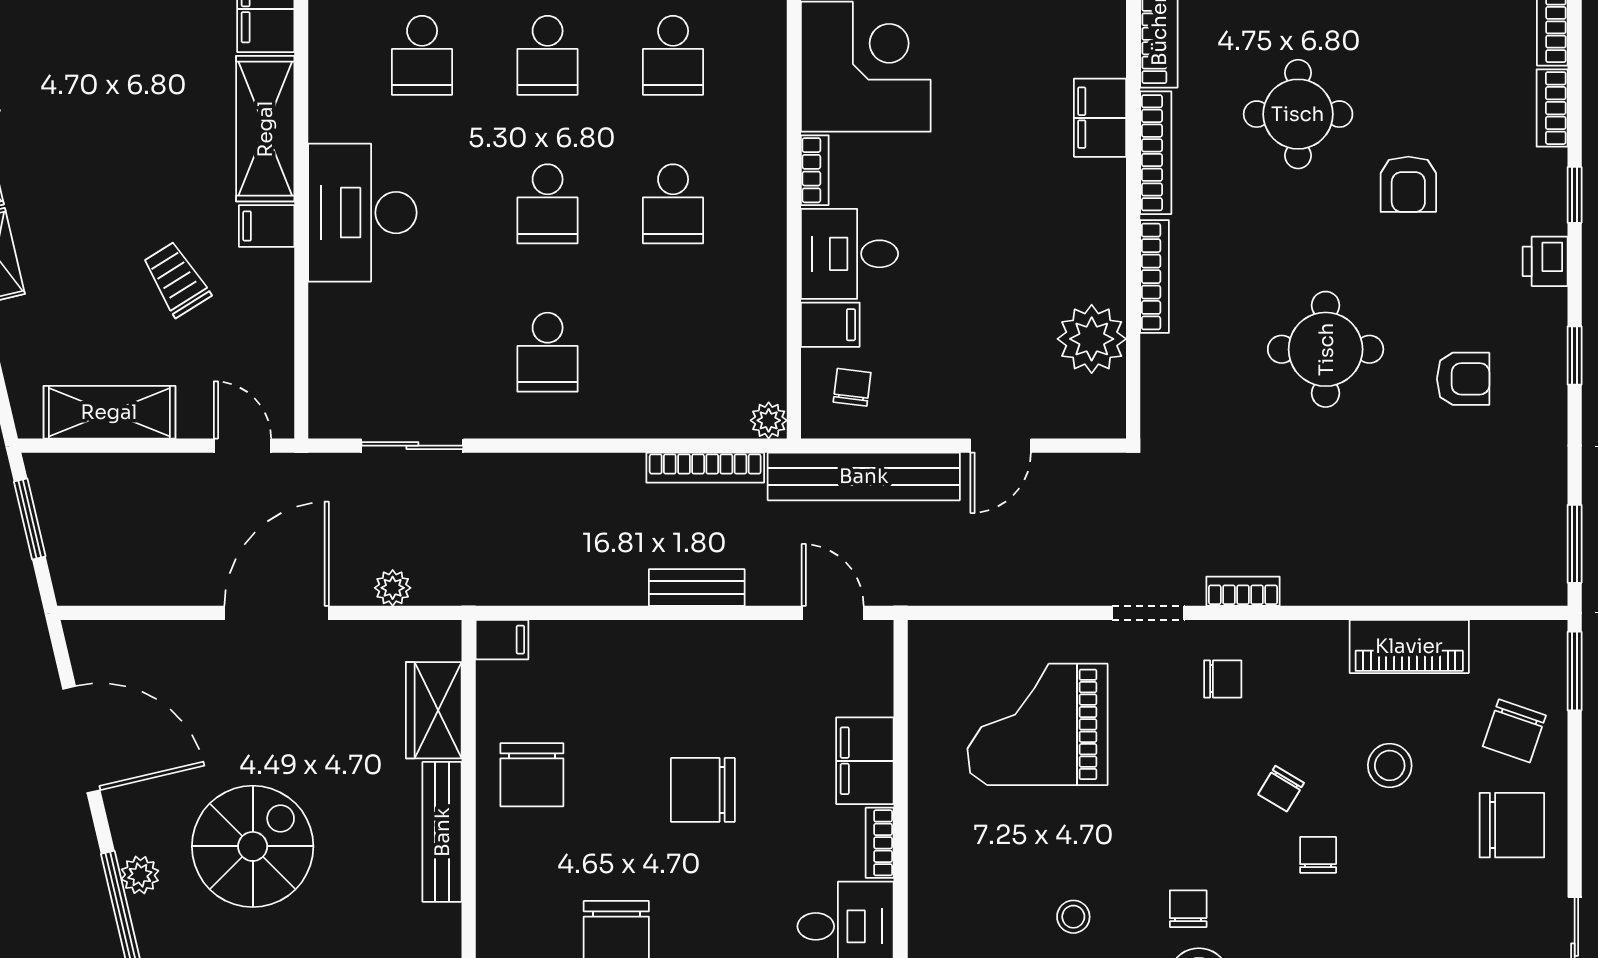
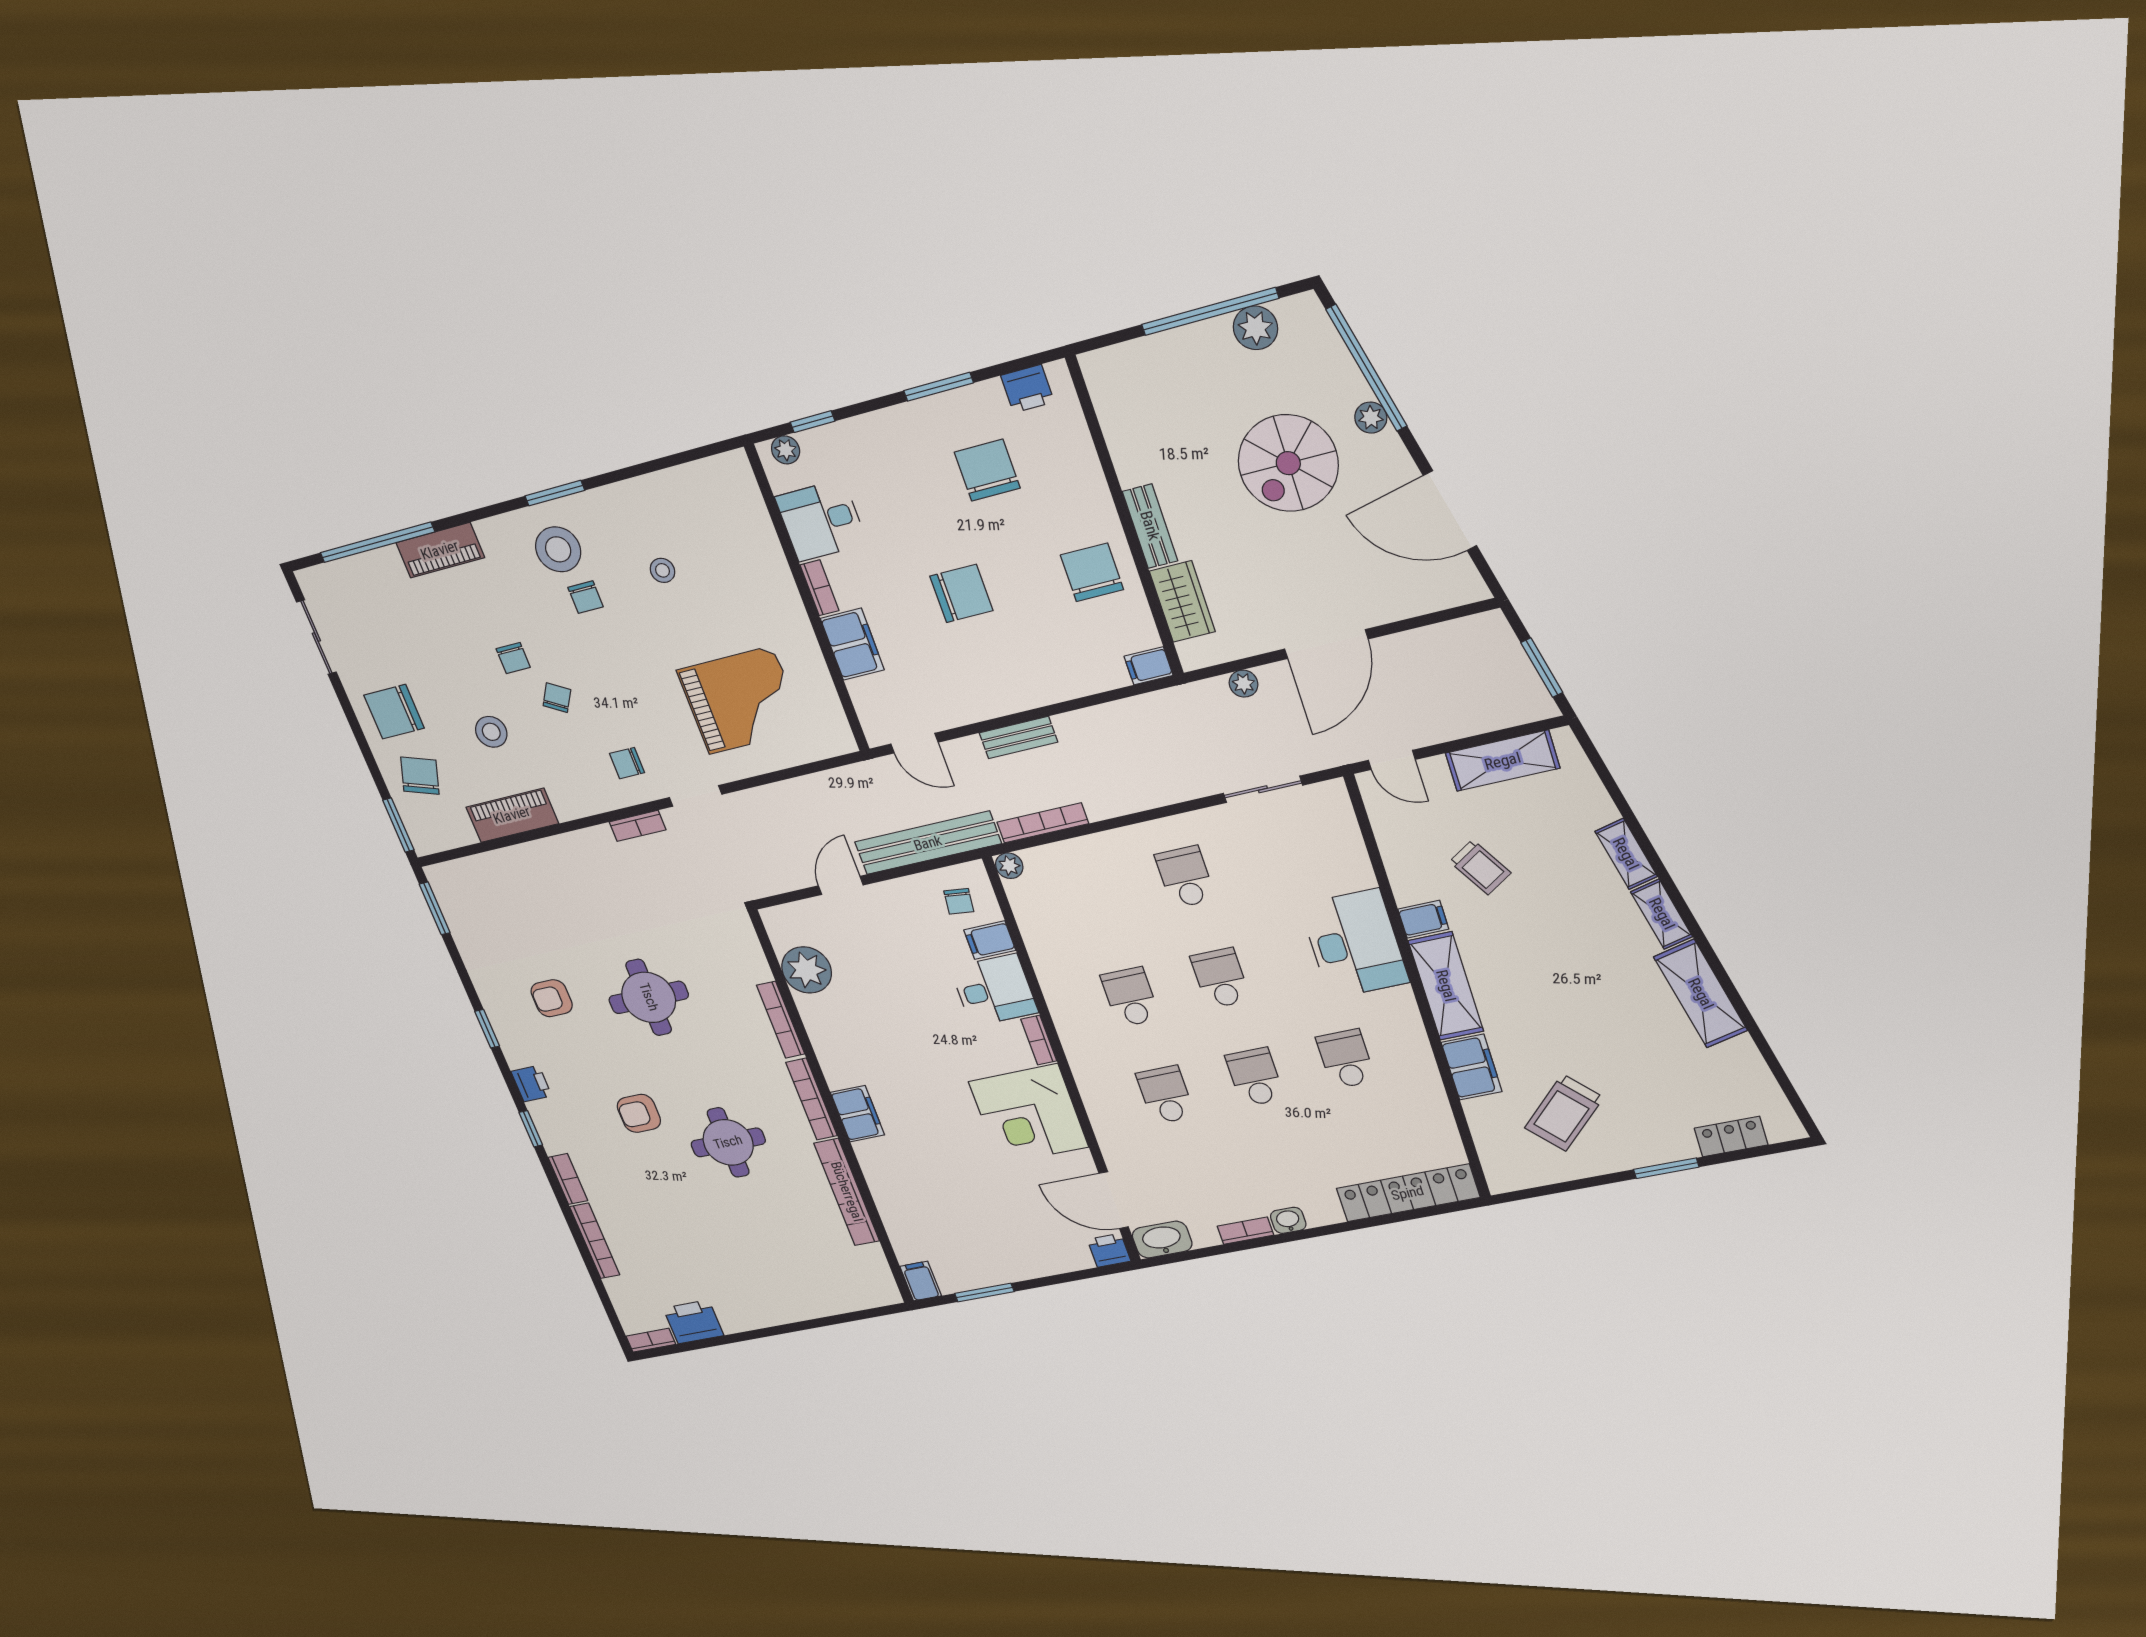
armchair: (1408, 184) -> (639, 1113), turned -90
bench: (442, 832) -> (1150, 526), width x0.73

